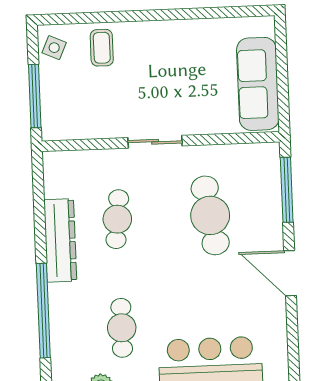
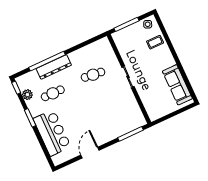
sofa: (258, 84) -> (177, 85), moved, turned -90
cafe table: (210, 215) -> (109, 109), removed
dresser: (60, 240) -> (54, 67), moved
door: (290, 273) -> (90, 153), moved

